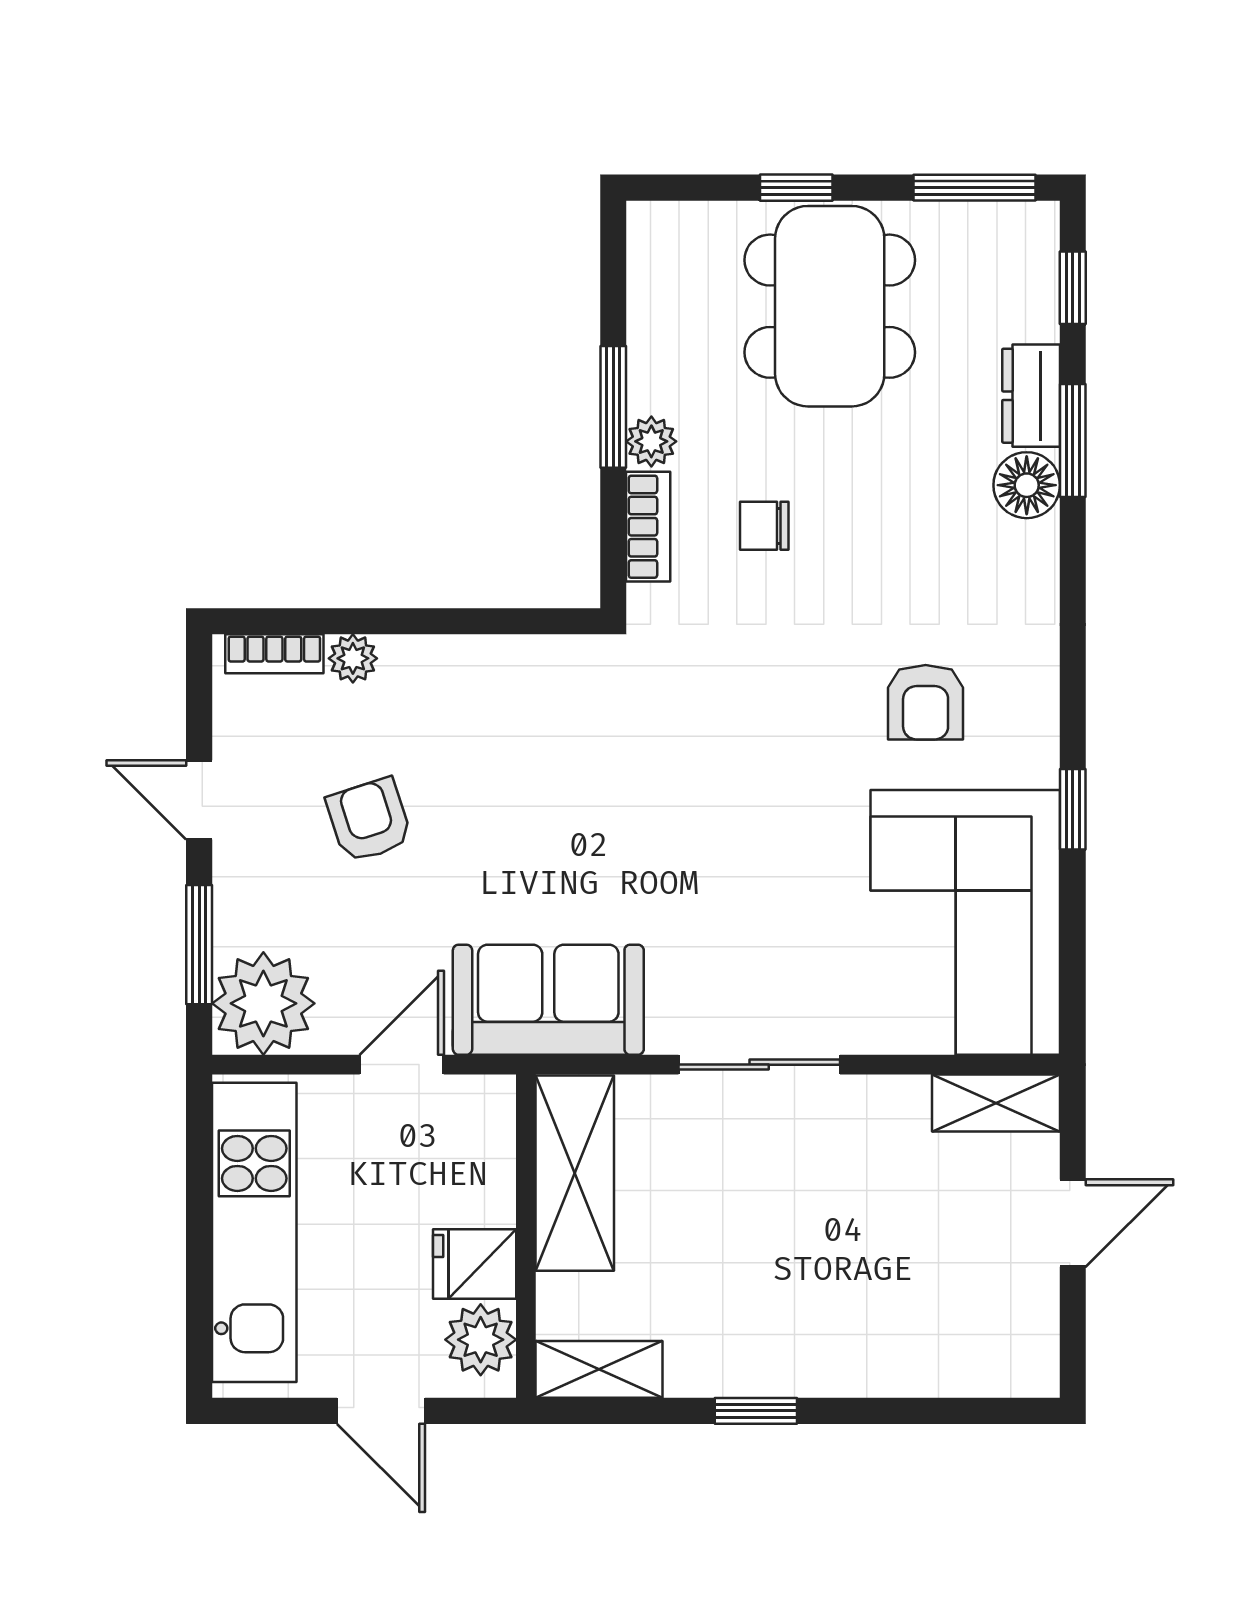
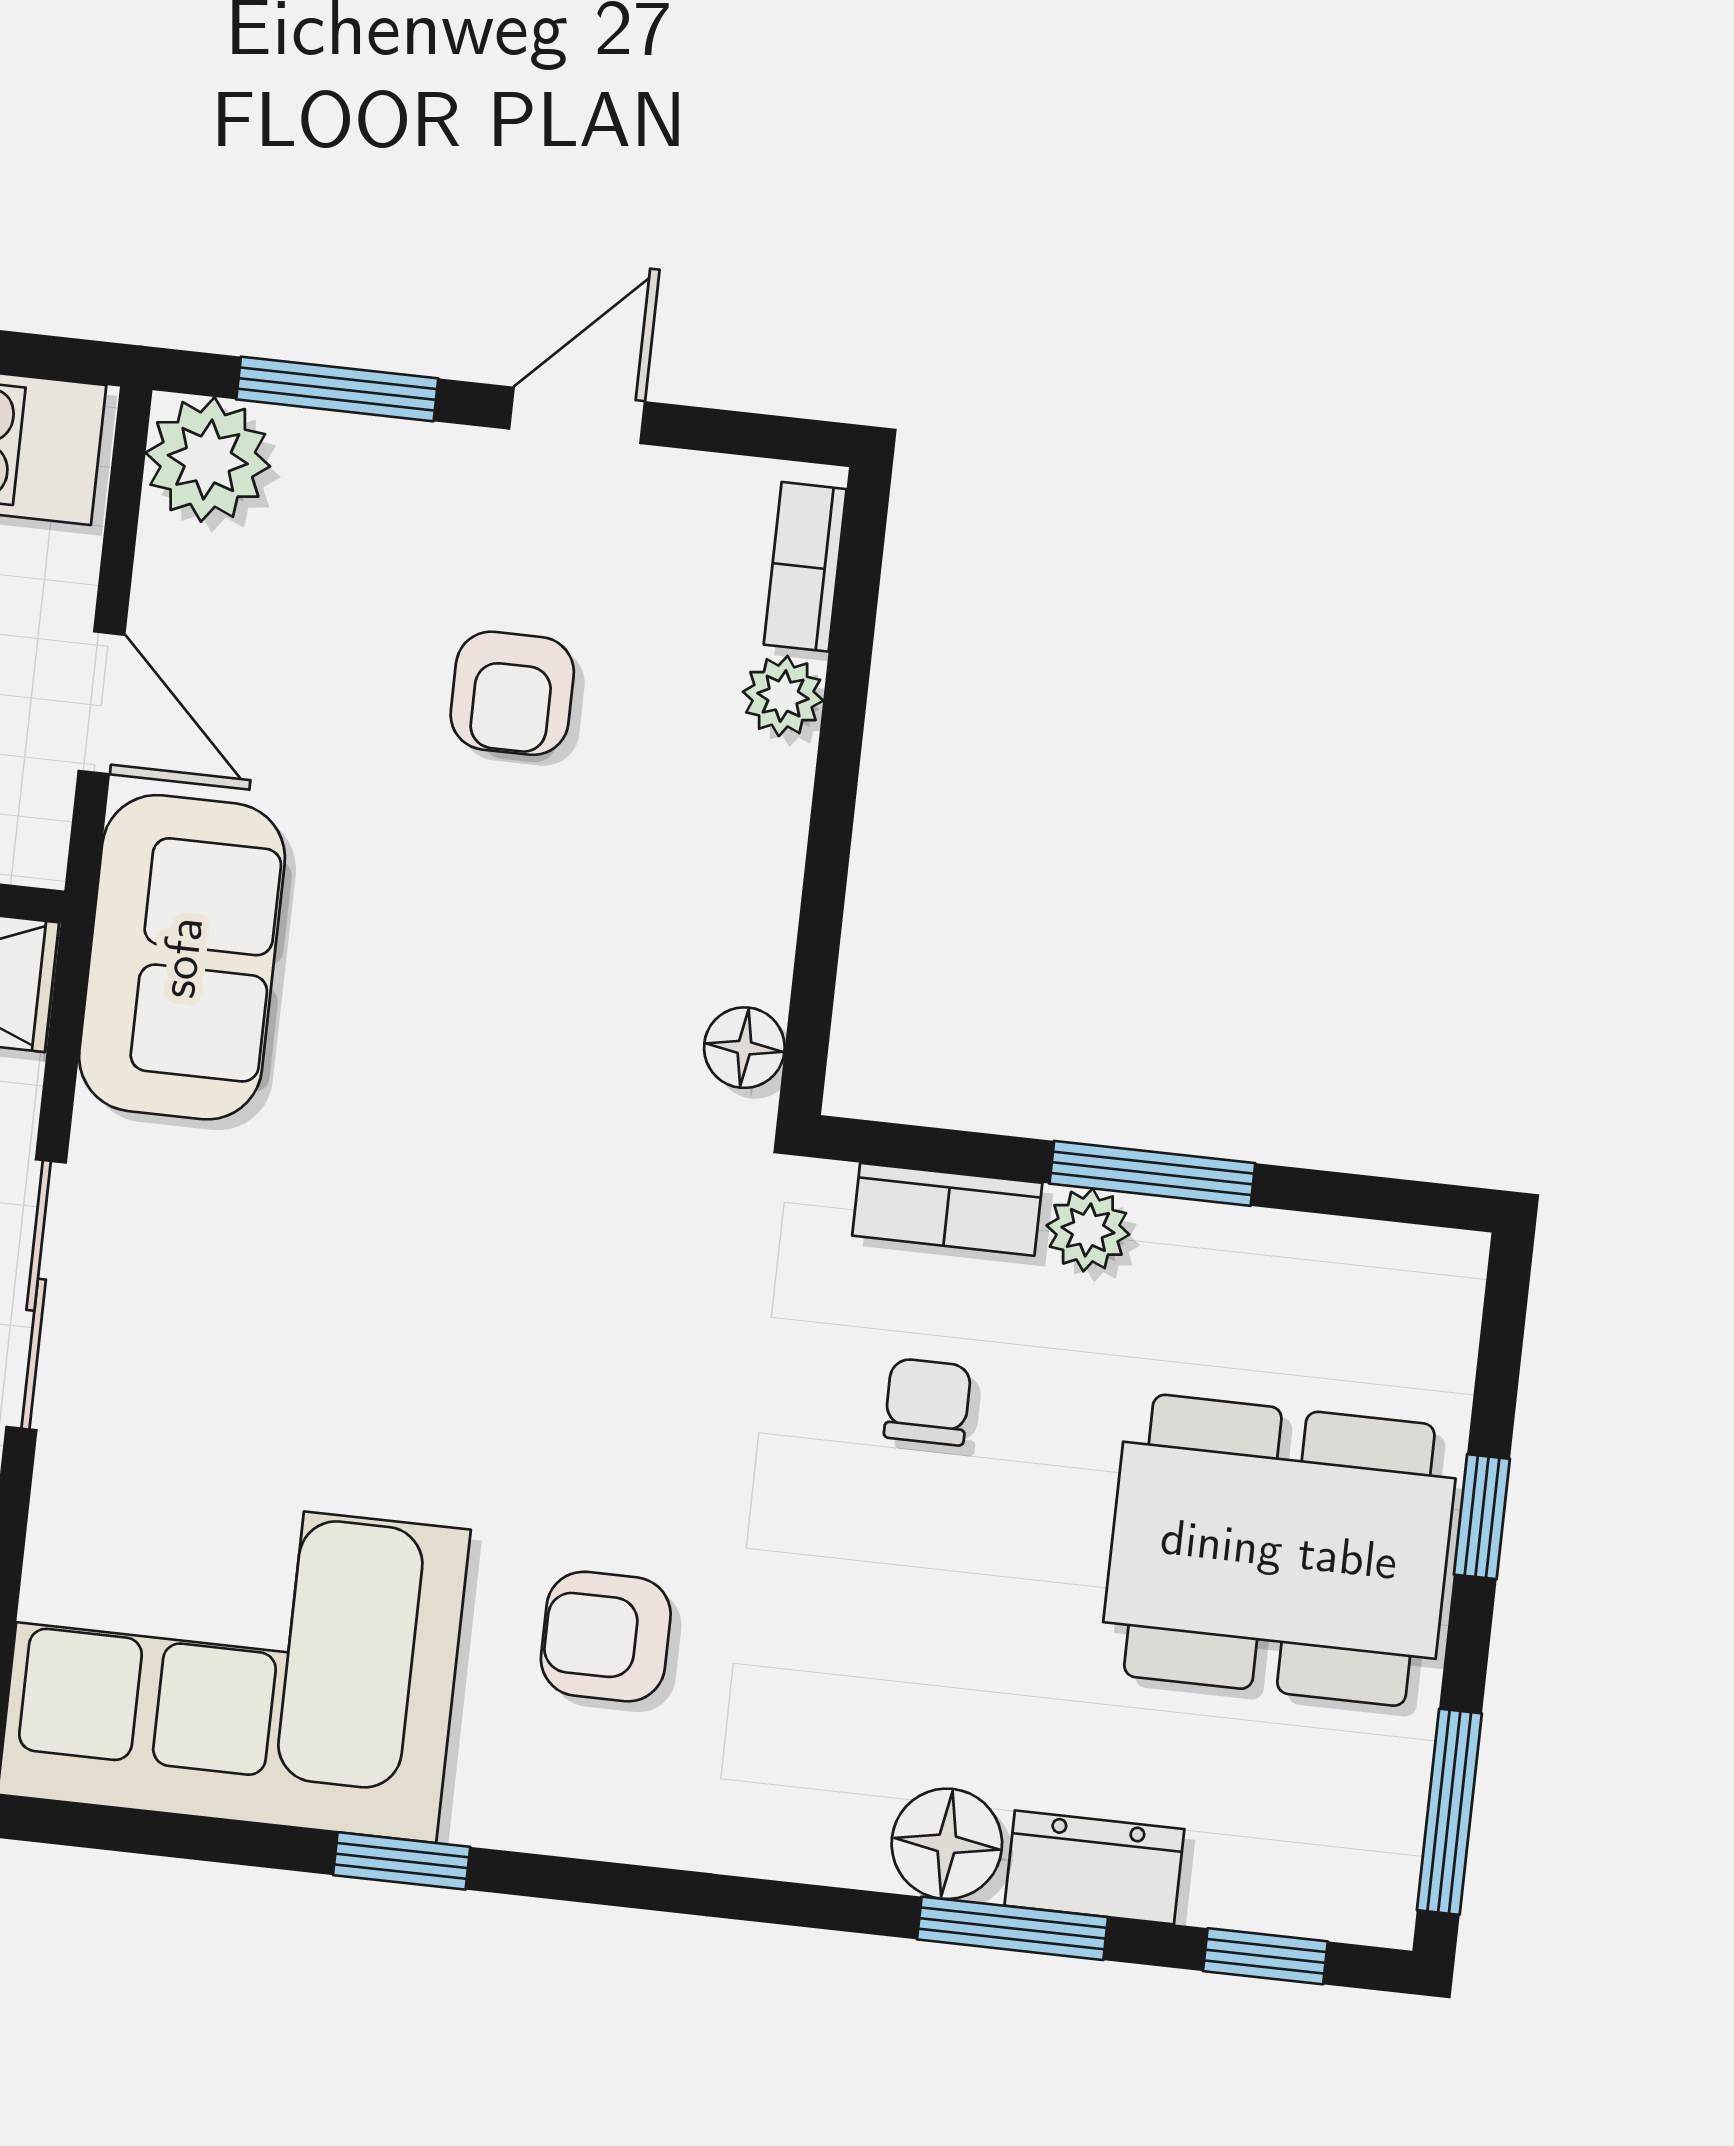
floor lamp: (565, 658) -> (744, 1048), added
armchair: (369, 820) -> (512, 693), turned 108
plant: (263, 1003) -> (208, 459), width x0.73, depth x0.73

